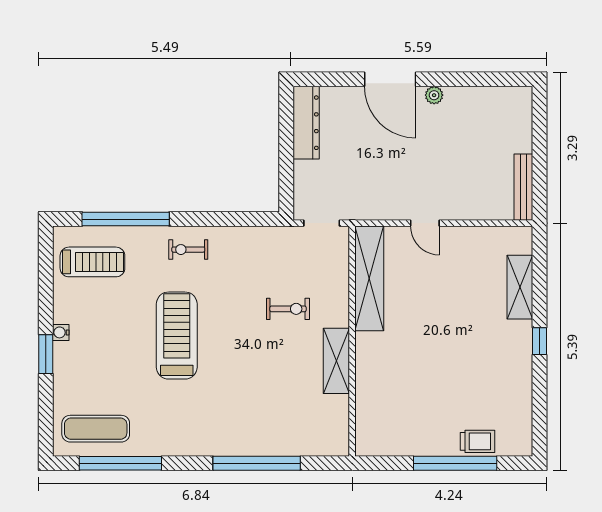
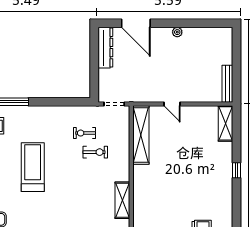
door: (390, 79) -> (136, 23), moved
exercise bike: (188, 250) -> (85, 133), moved
shelving: (520, 287) -> (225, 123), moved
shelving: (336, 361) -> (122, 200), moved

